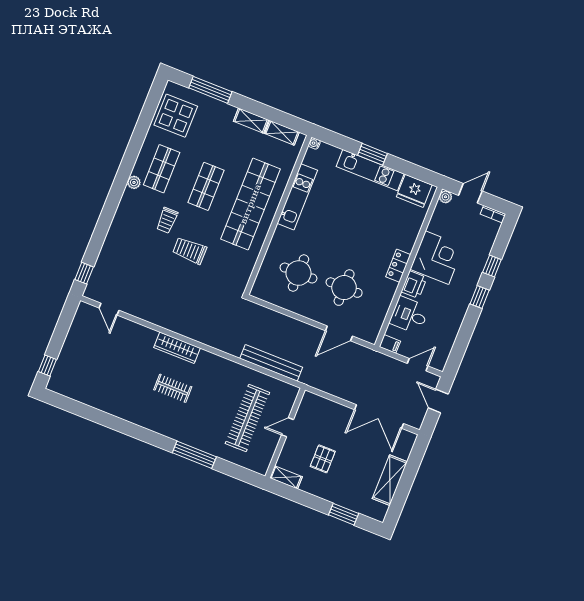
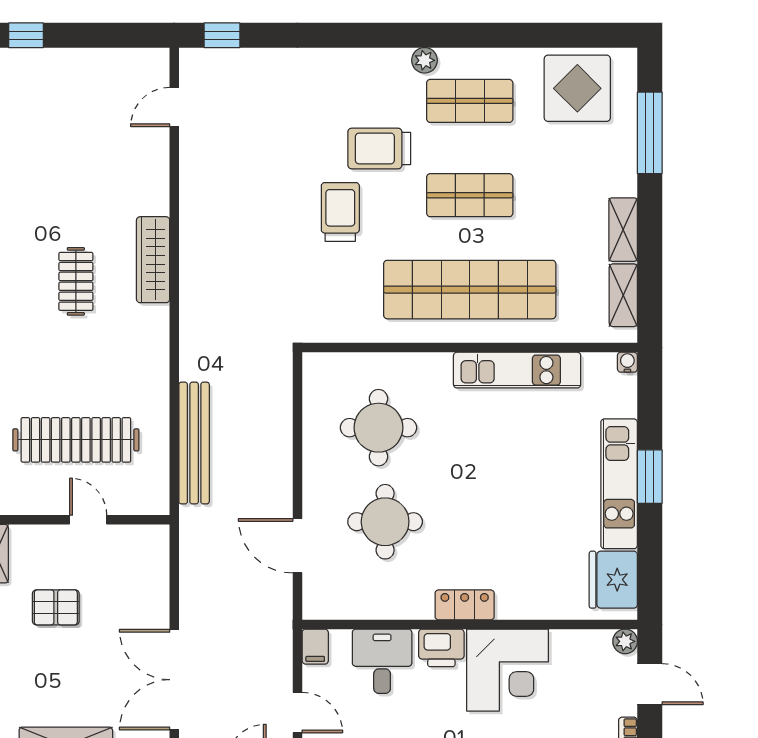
trolley: (167, 220) -> (379, 148), width x1.36, depth x1.39

